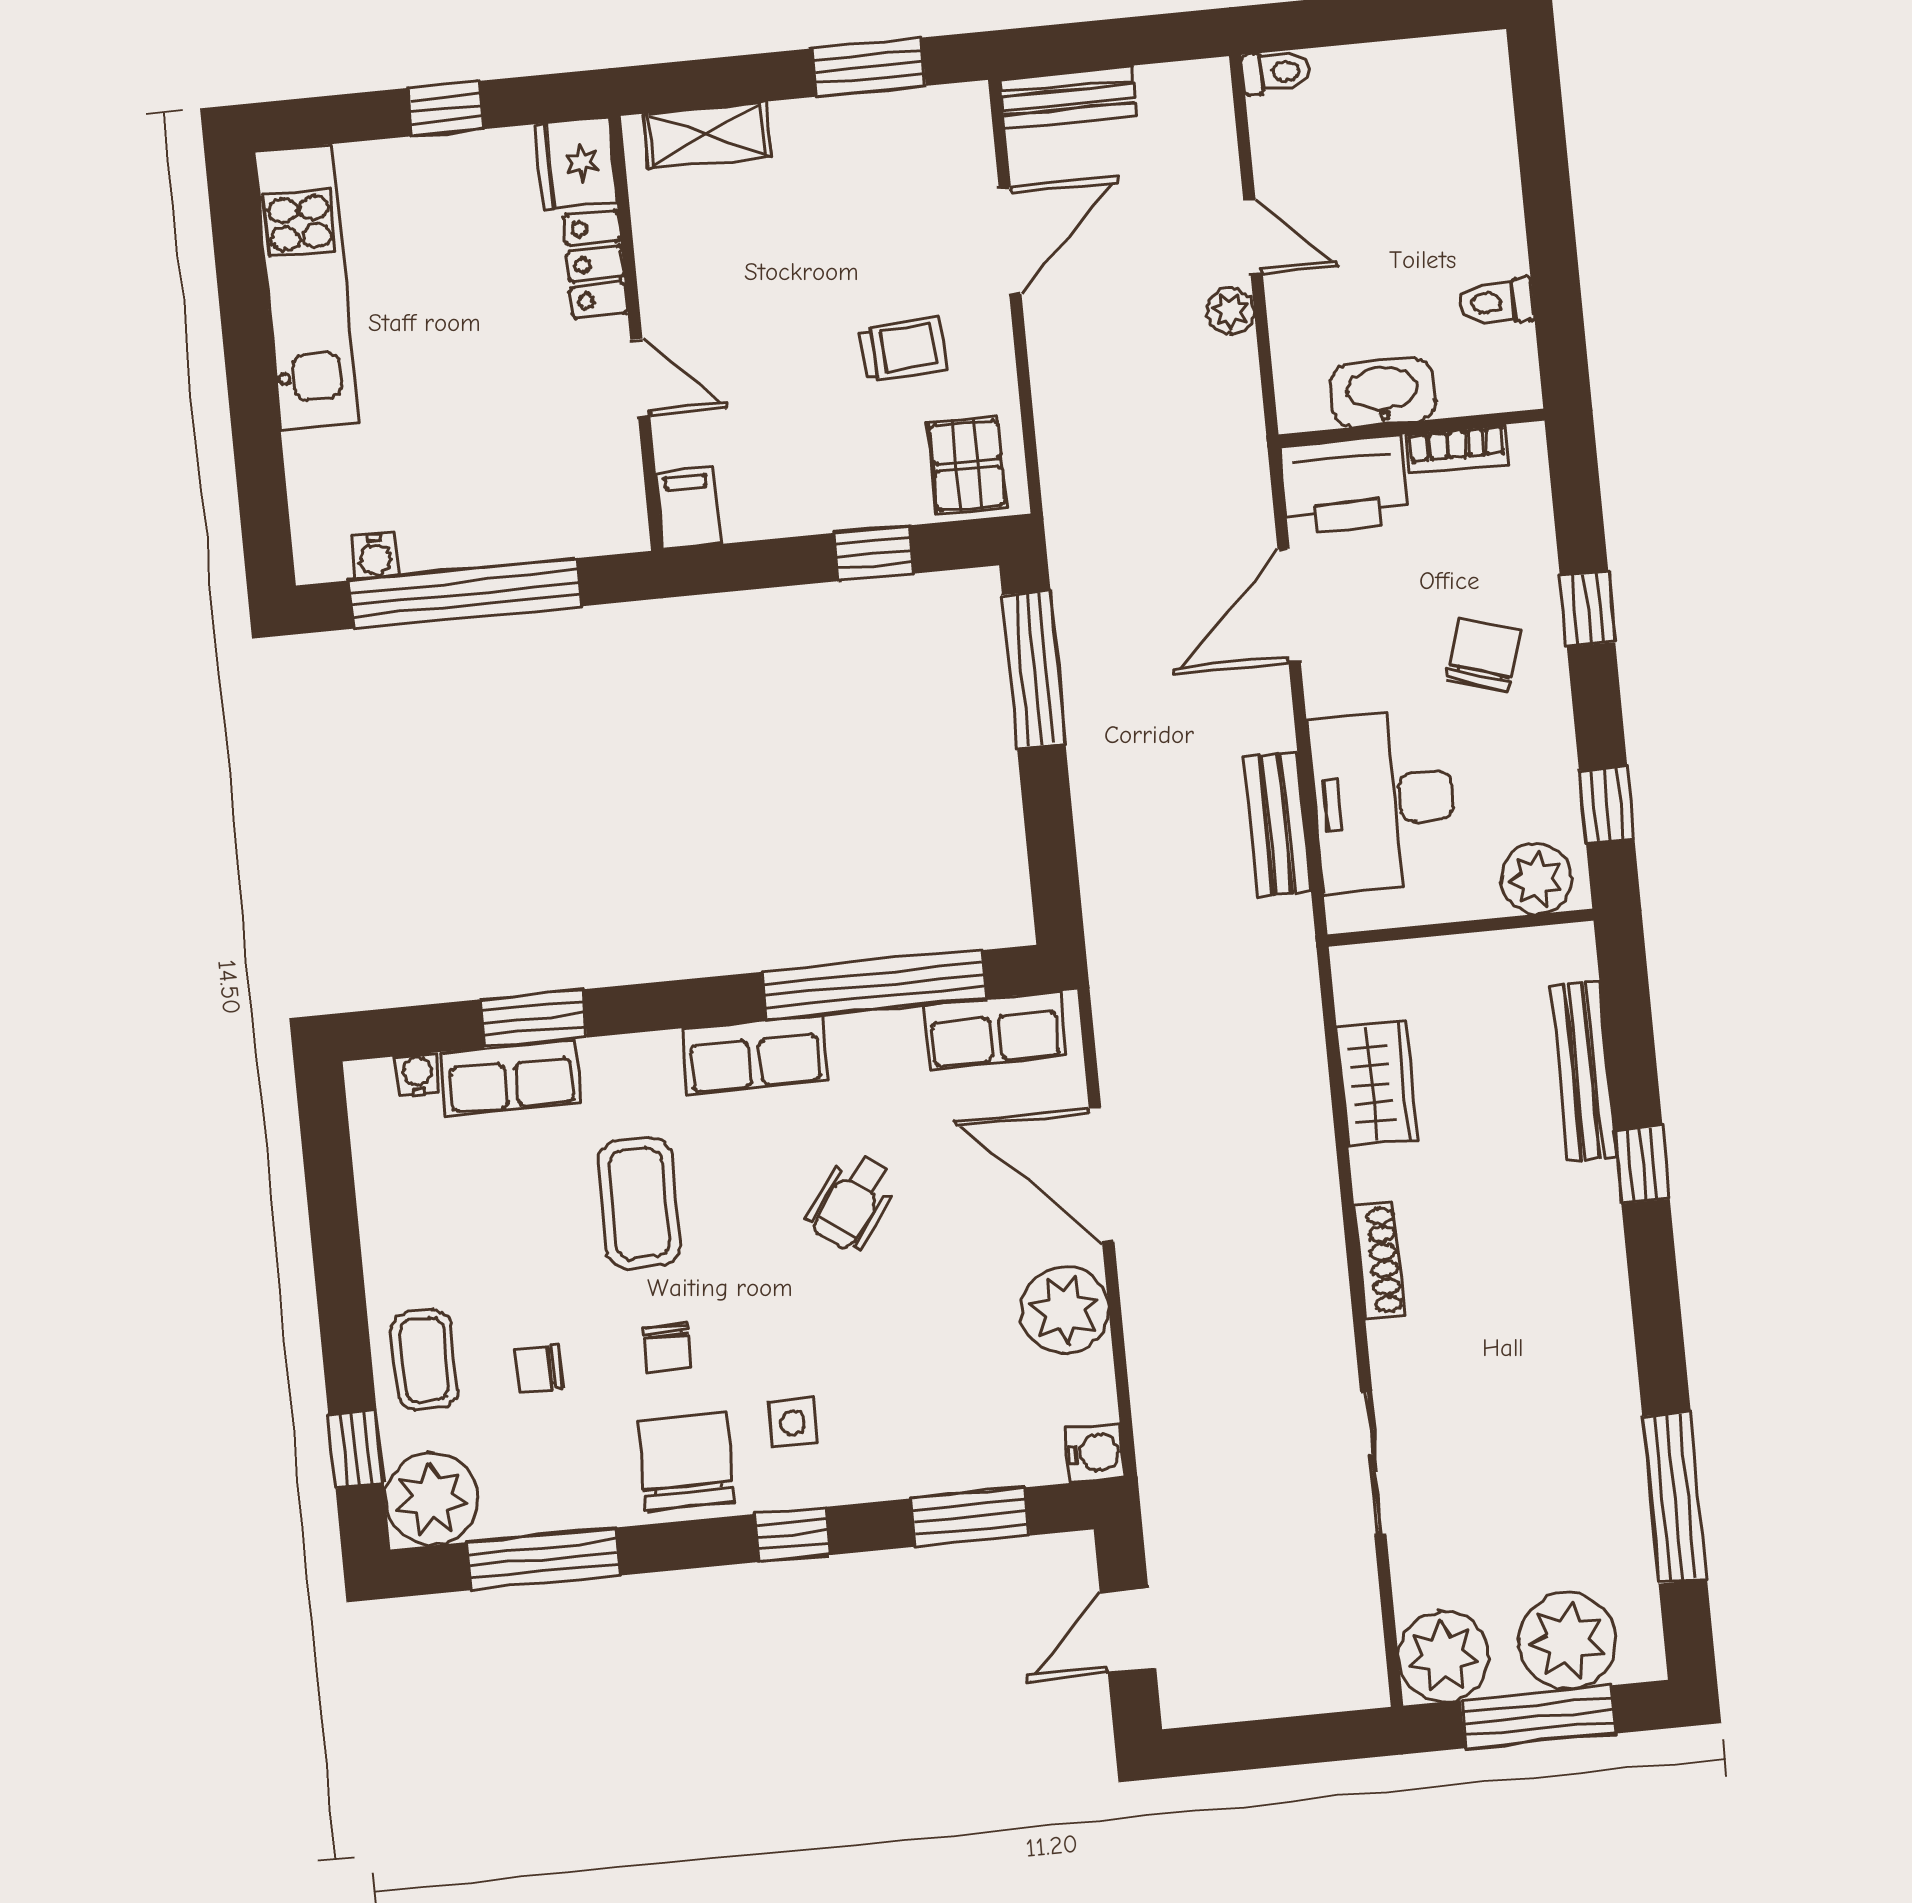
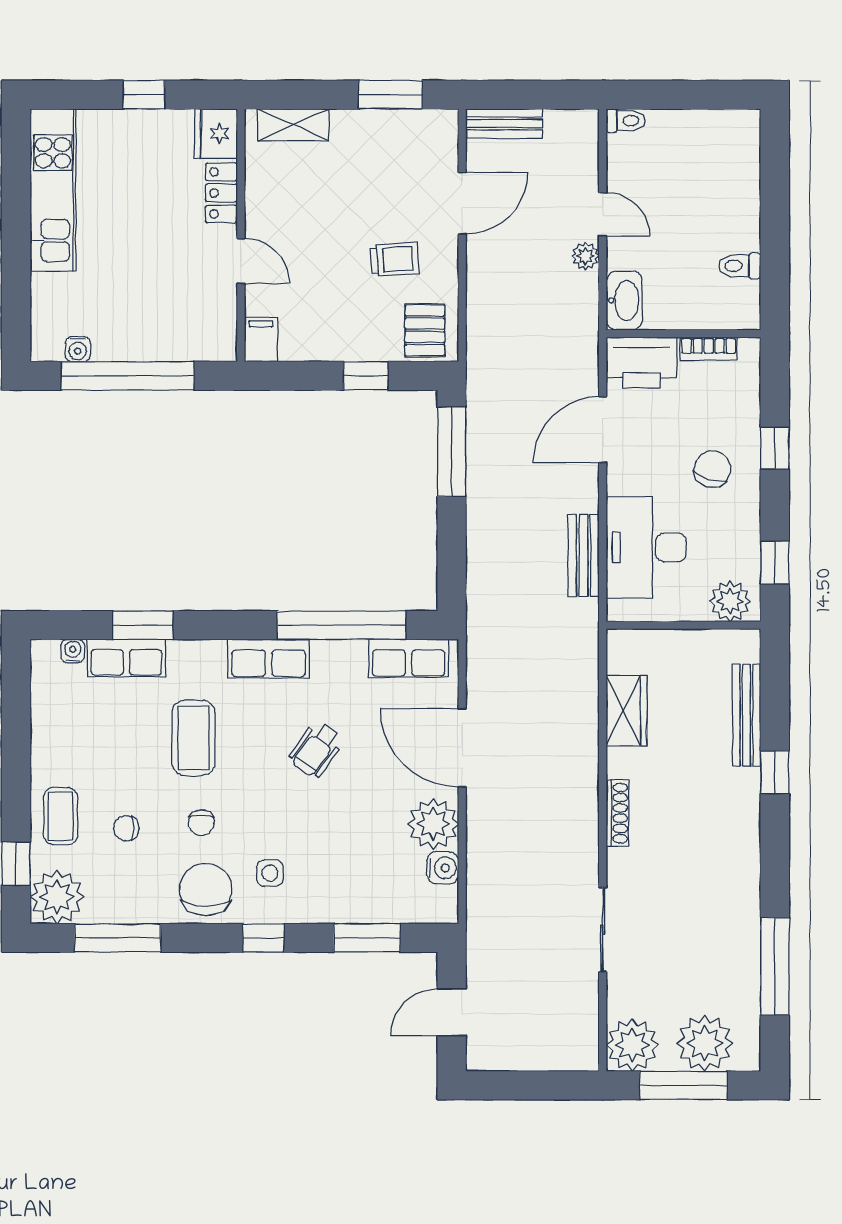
washbasin: (1383, 393) -> (624, 301), moved, turned 90
water cooler: (1095, 1453) -> (443, 868), moved

